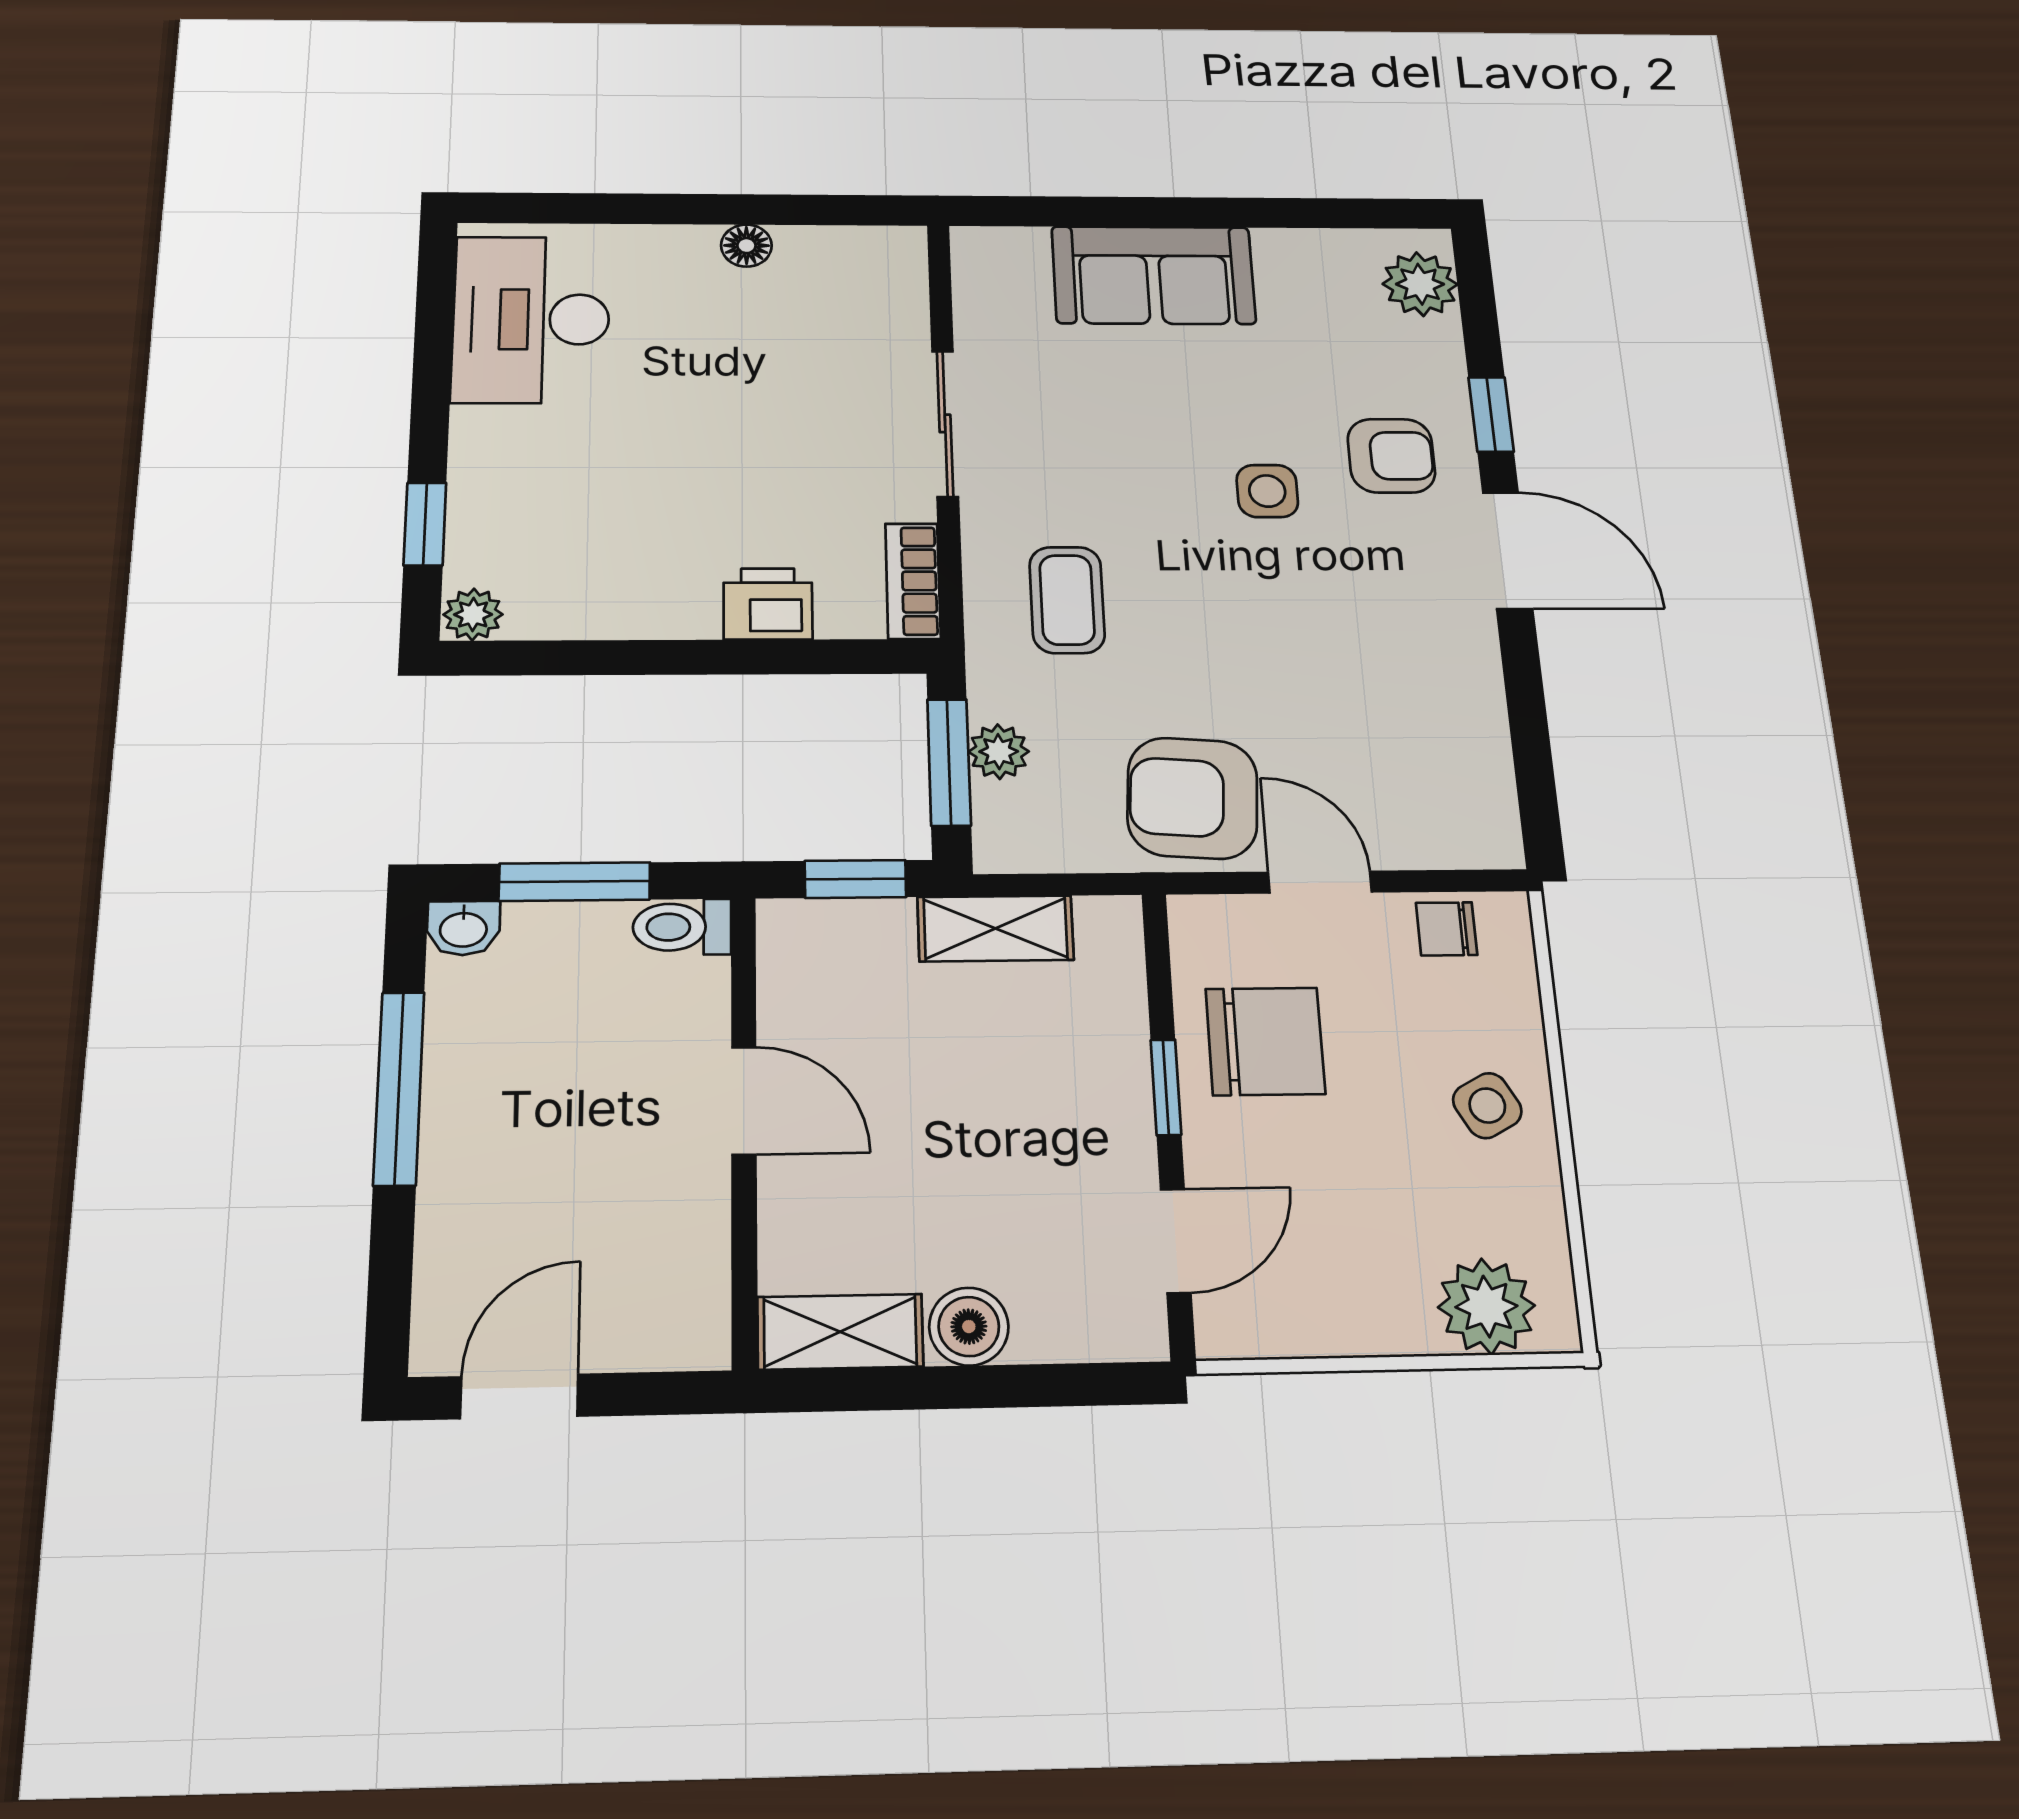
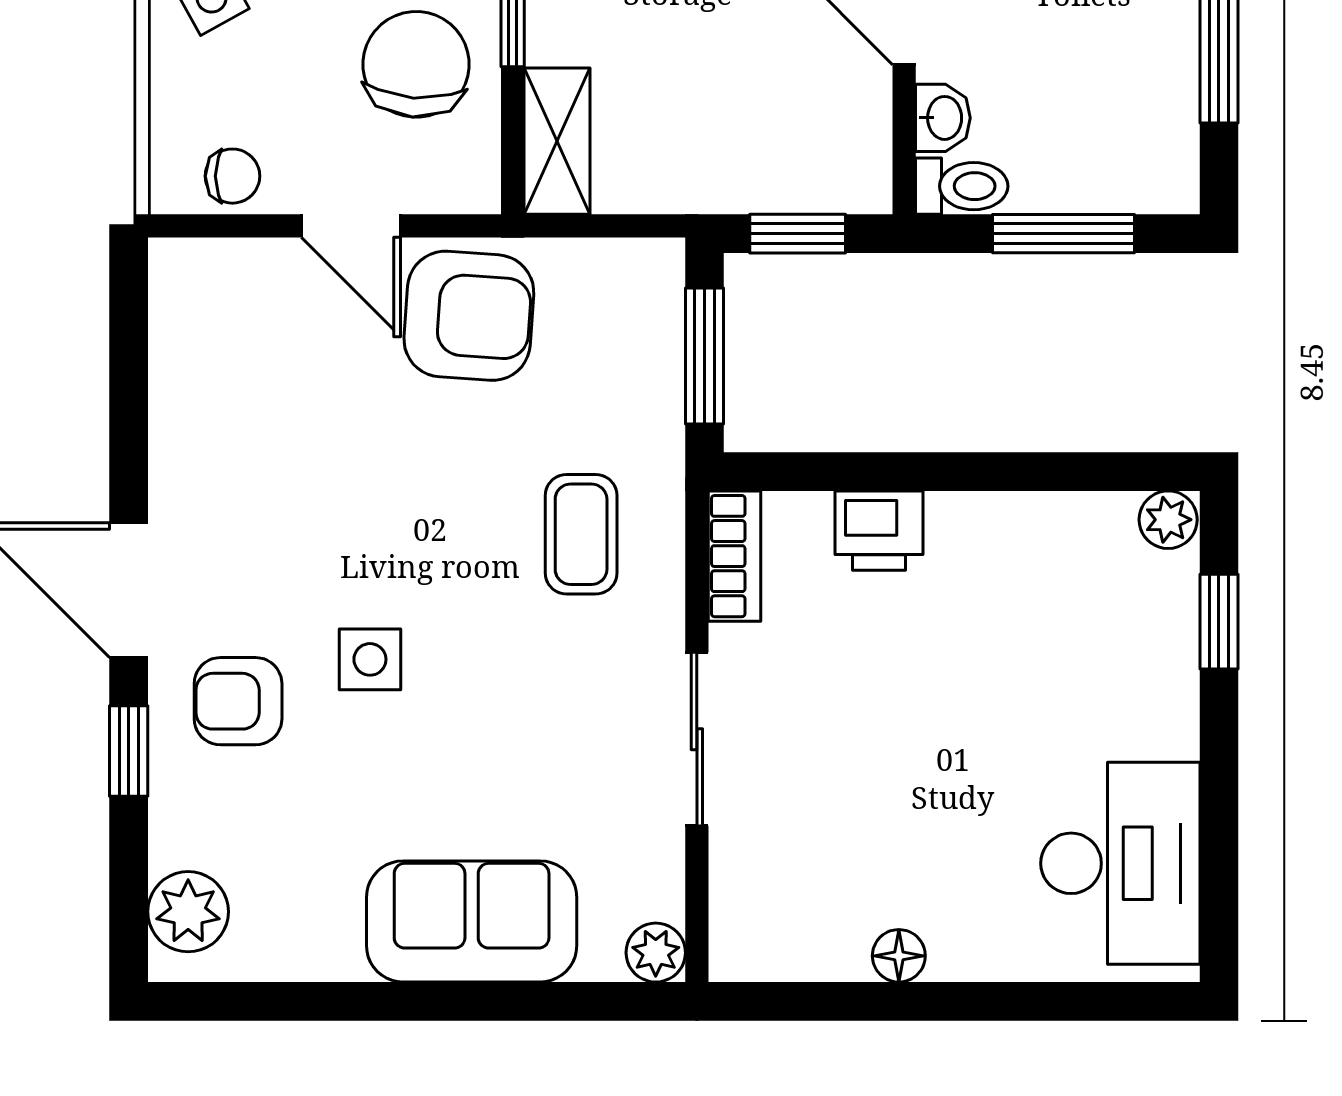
plant: (999, 752) -> (656, 953), moved
washbasin: (463, 928) -> (943, 118), moved, turned 90
shelving: (995, 928) -> (557, 141), moved, turned 90
chair: (1265, 1041) -> (416, 64), turned 94

